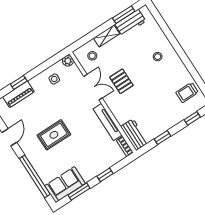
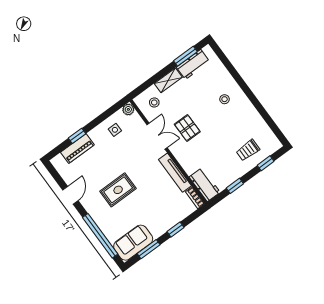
trolley: (187, 93) -> (248, 150), moved

